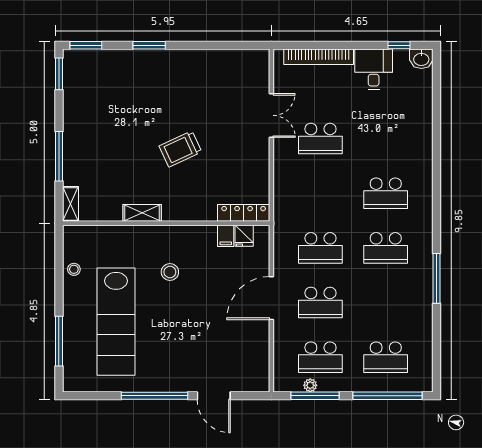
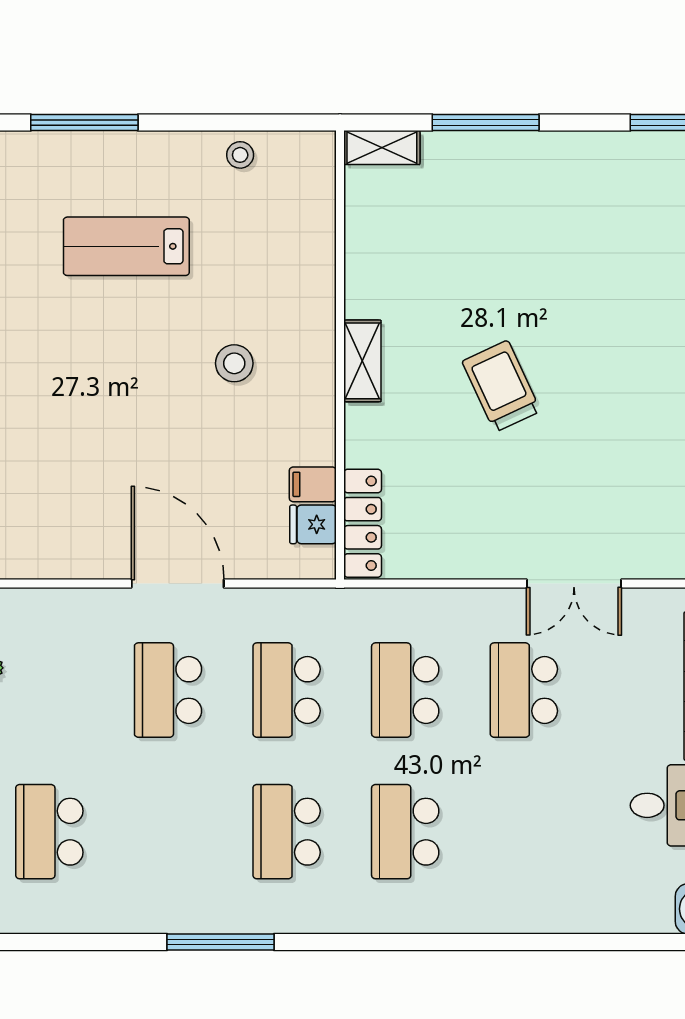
shelving: (142, 213) -> (362, 361), moved
lab bench: (116, 322) -> (126, 246), width x0.54, depth x0.72
school desk: (320, 357) -> (405, 690), moved

